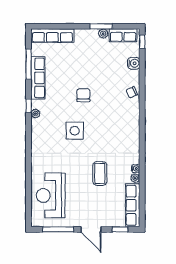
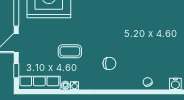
chair: (83, 95) -> (109, 63), moved
side table: (75, 131) -> (111, 27), removed

